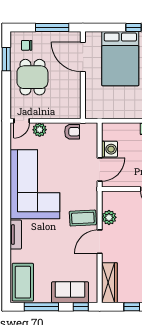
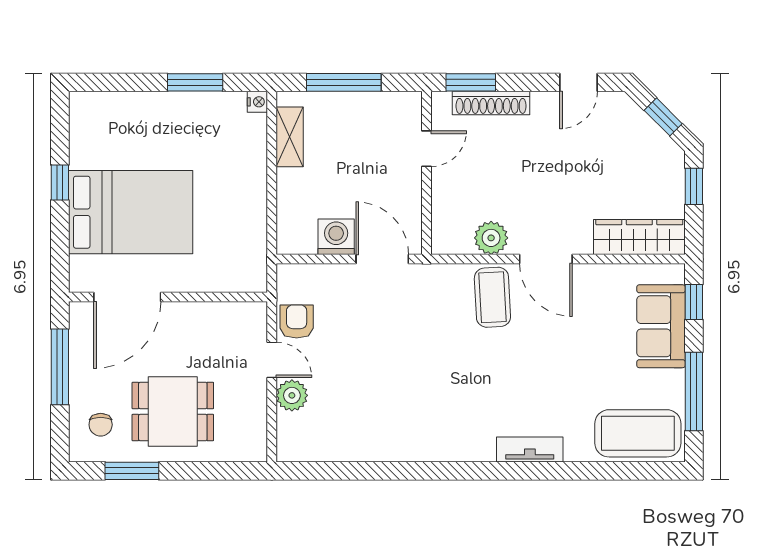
door: (22, 121) -> (272, 360), moved
corner sofa: (35, 184) -> (416, 406), removed

